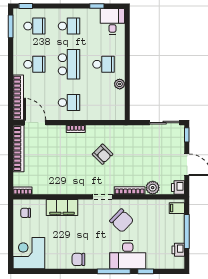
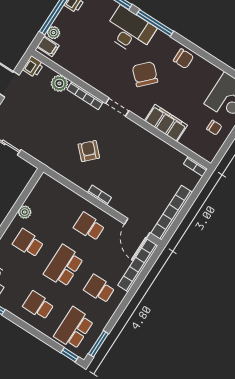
school desk: (34, 26) -> (74, 328), width x1.85
chair: (26, 213) -> (214, 128), moved
plant: (179, 220) -> (53, 33), added
chair: (122, 221) -> (145, 74), moved

